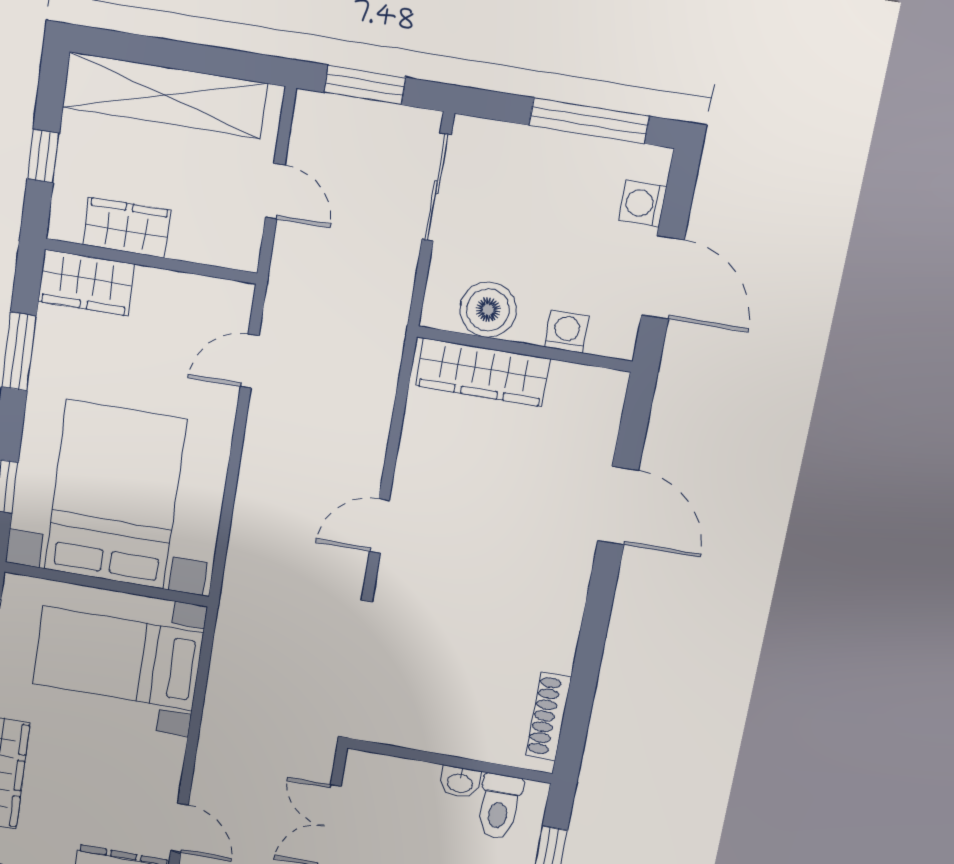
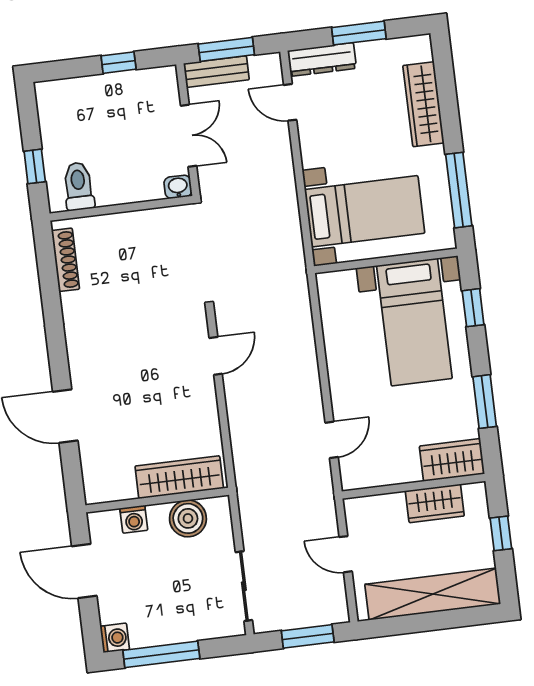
washing machine: (643, 204) -> (115, 638), moved
bed with nightstands: (115, 495) -> (414, 322), width x0.73
washbasin: (460, 782) -> (178, 187), moved

